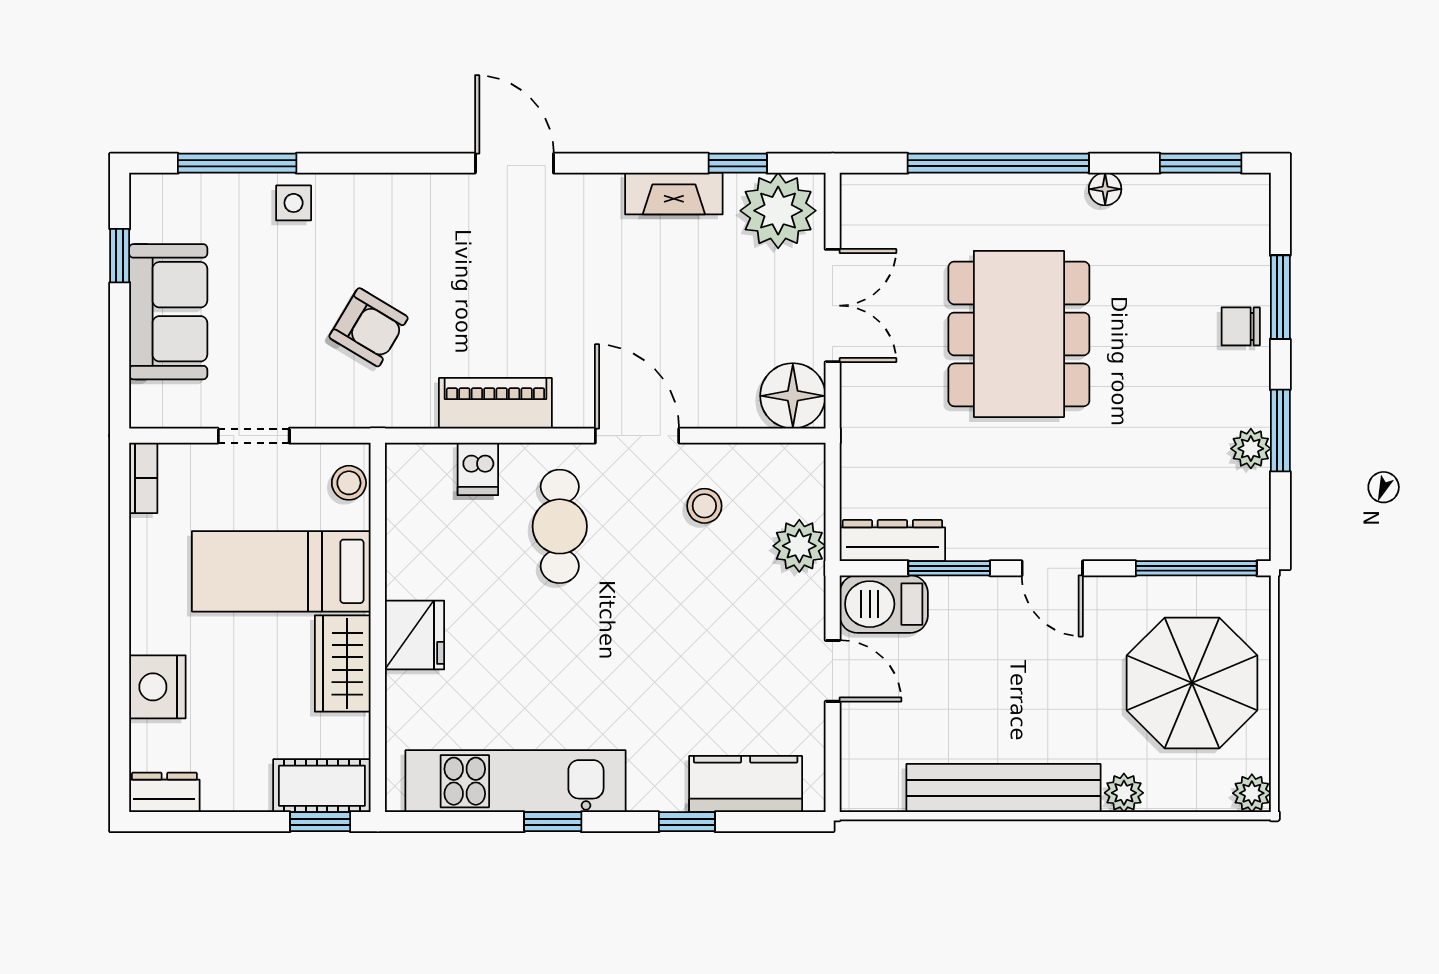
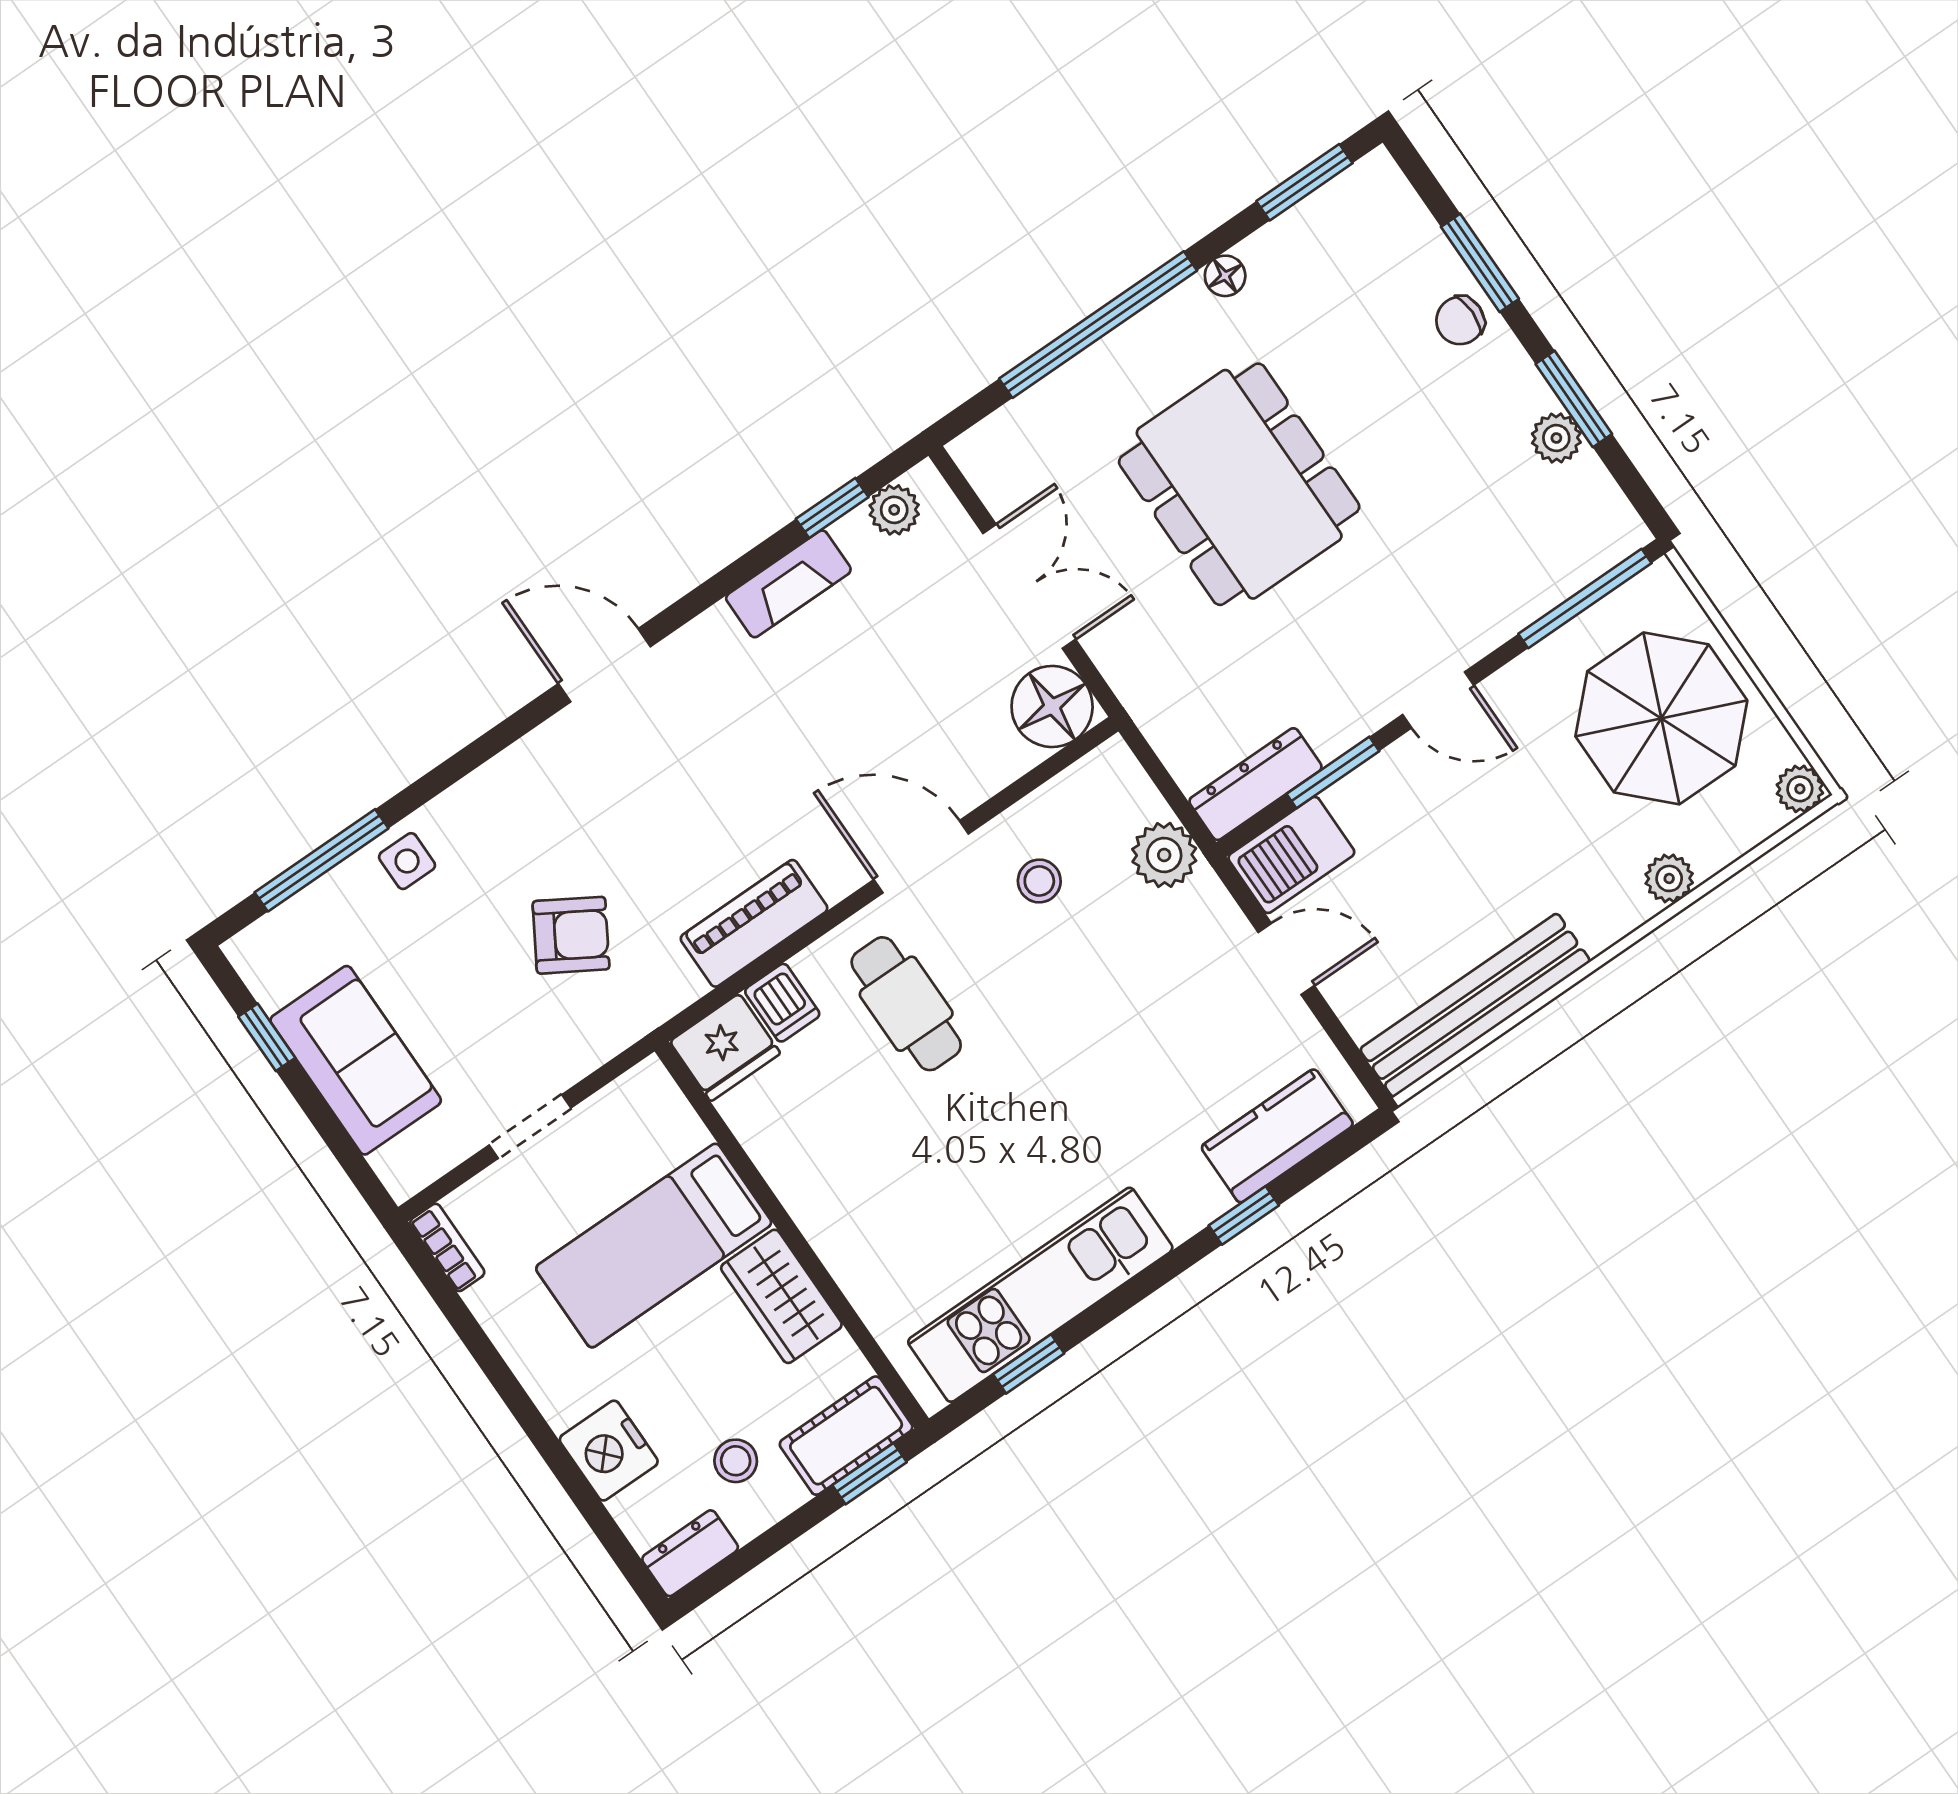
plant: (778, 211) -> (894, 510), width x0.53, depth x0.53
stool: (349, 483) -> (736, 1461), moved
fridge: (415, 635) -> (725, 1047), moved, turned 90
bench: (1003, 788) -> (1475, 1005), moved
window: (553, 822) -> (1029, 1364), moved

